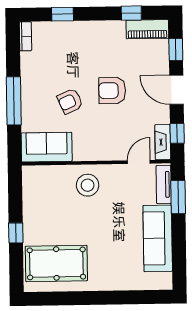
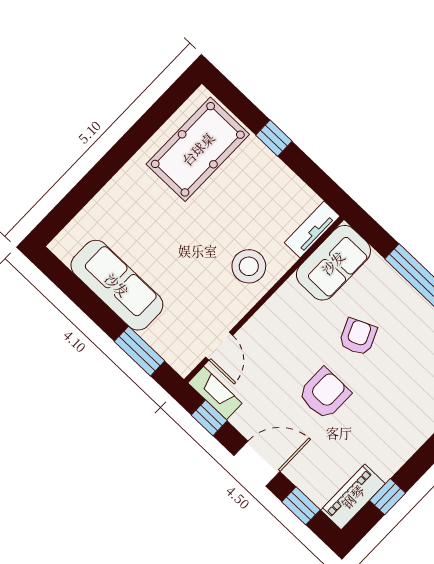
tv unit: (164, 184) -> (312, 229), moved, turned -90

